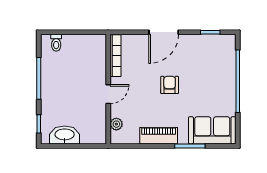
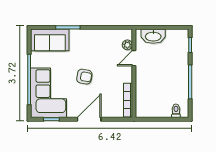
corner sofa: (214, 65) -> (49, 93), added
armchair: (170, 85) -> (84, 77), turned -80
door: (108, 94) -> (134, 58), moved
washbasin: (65, 135) -> (153, 36), moved
piano: (159, 136) -> (93, 36), removed

